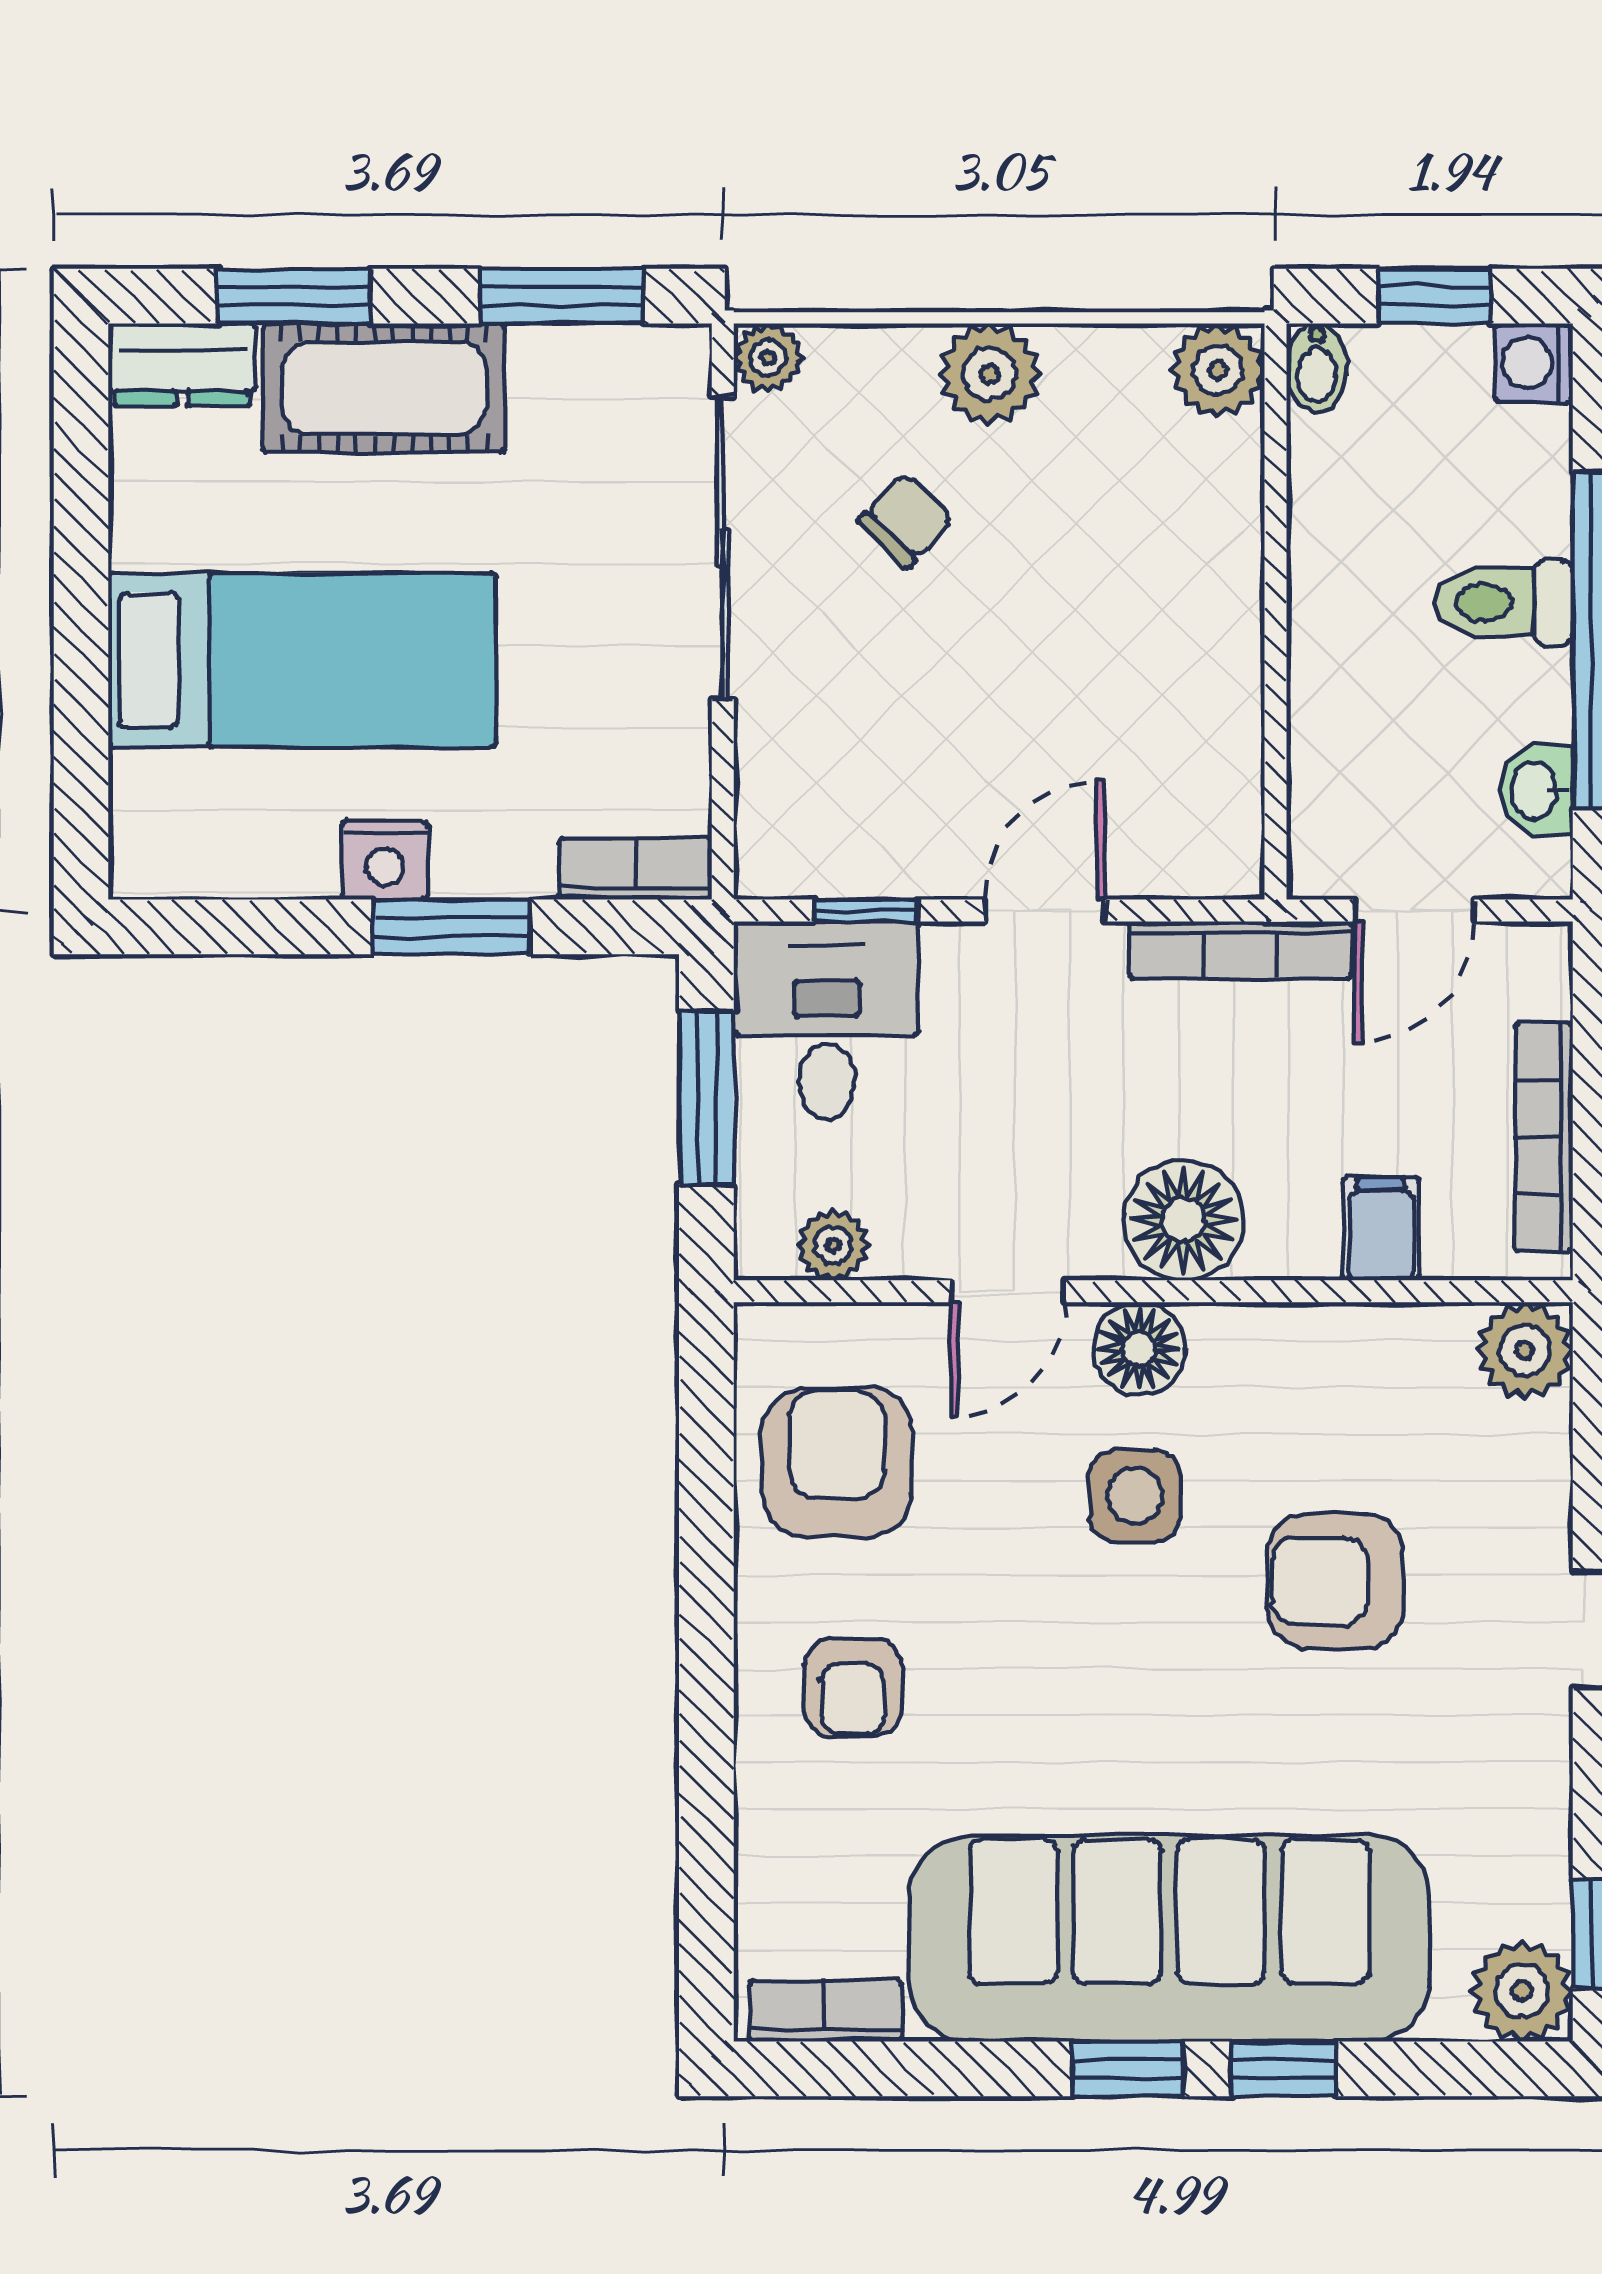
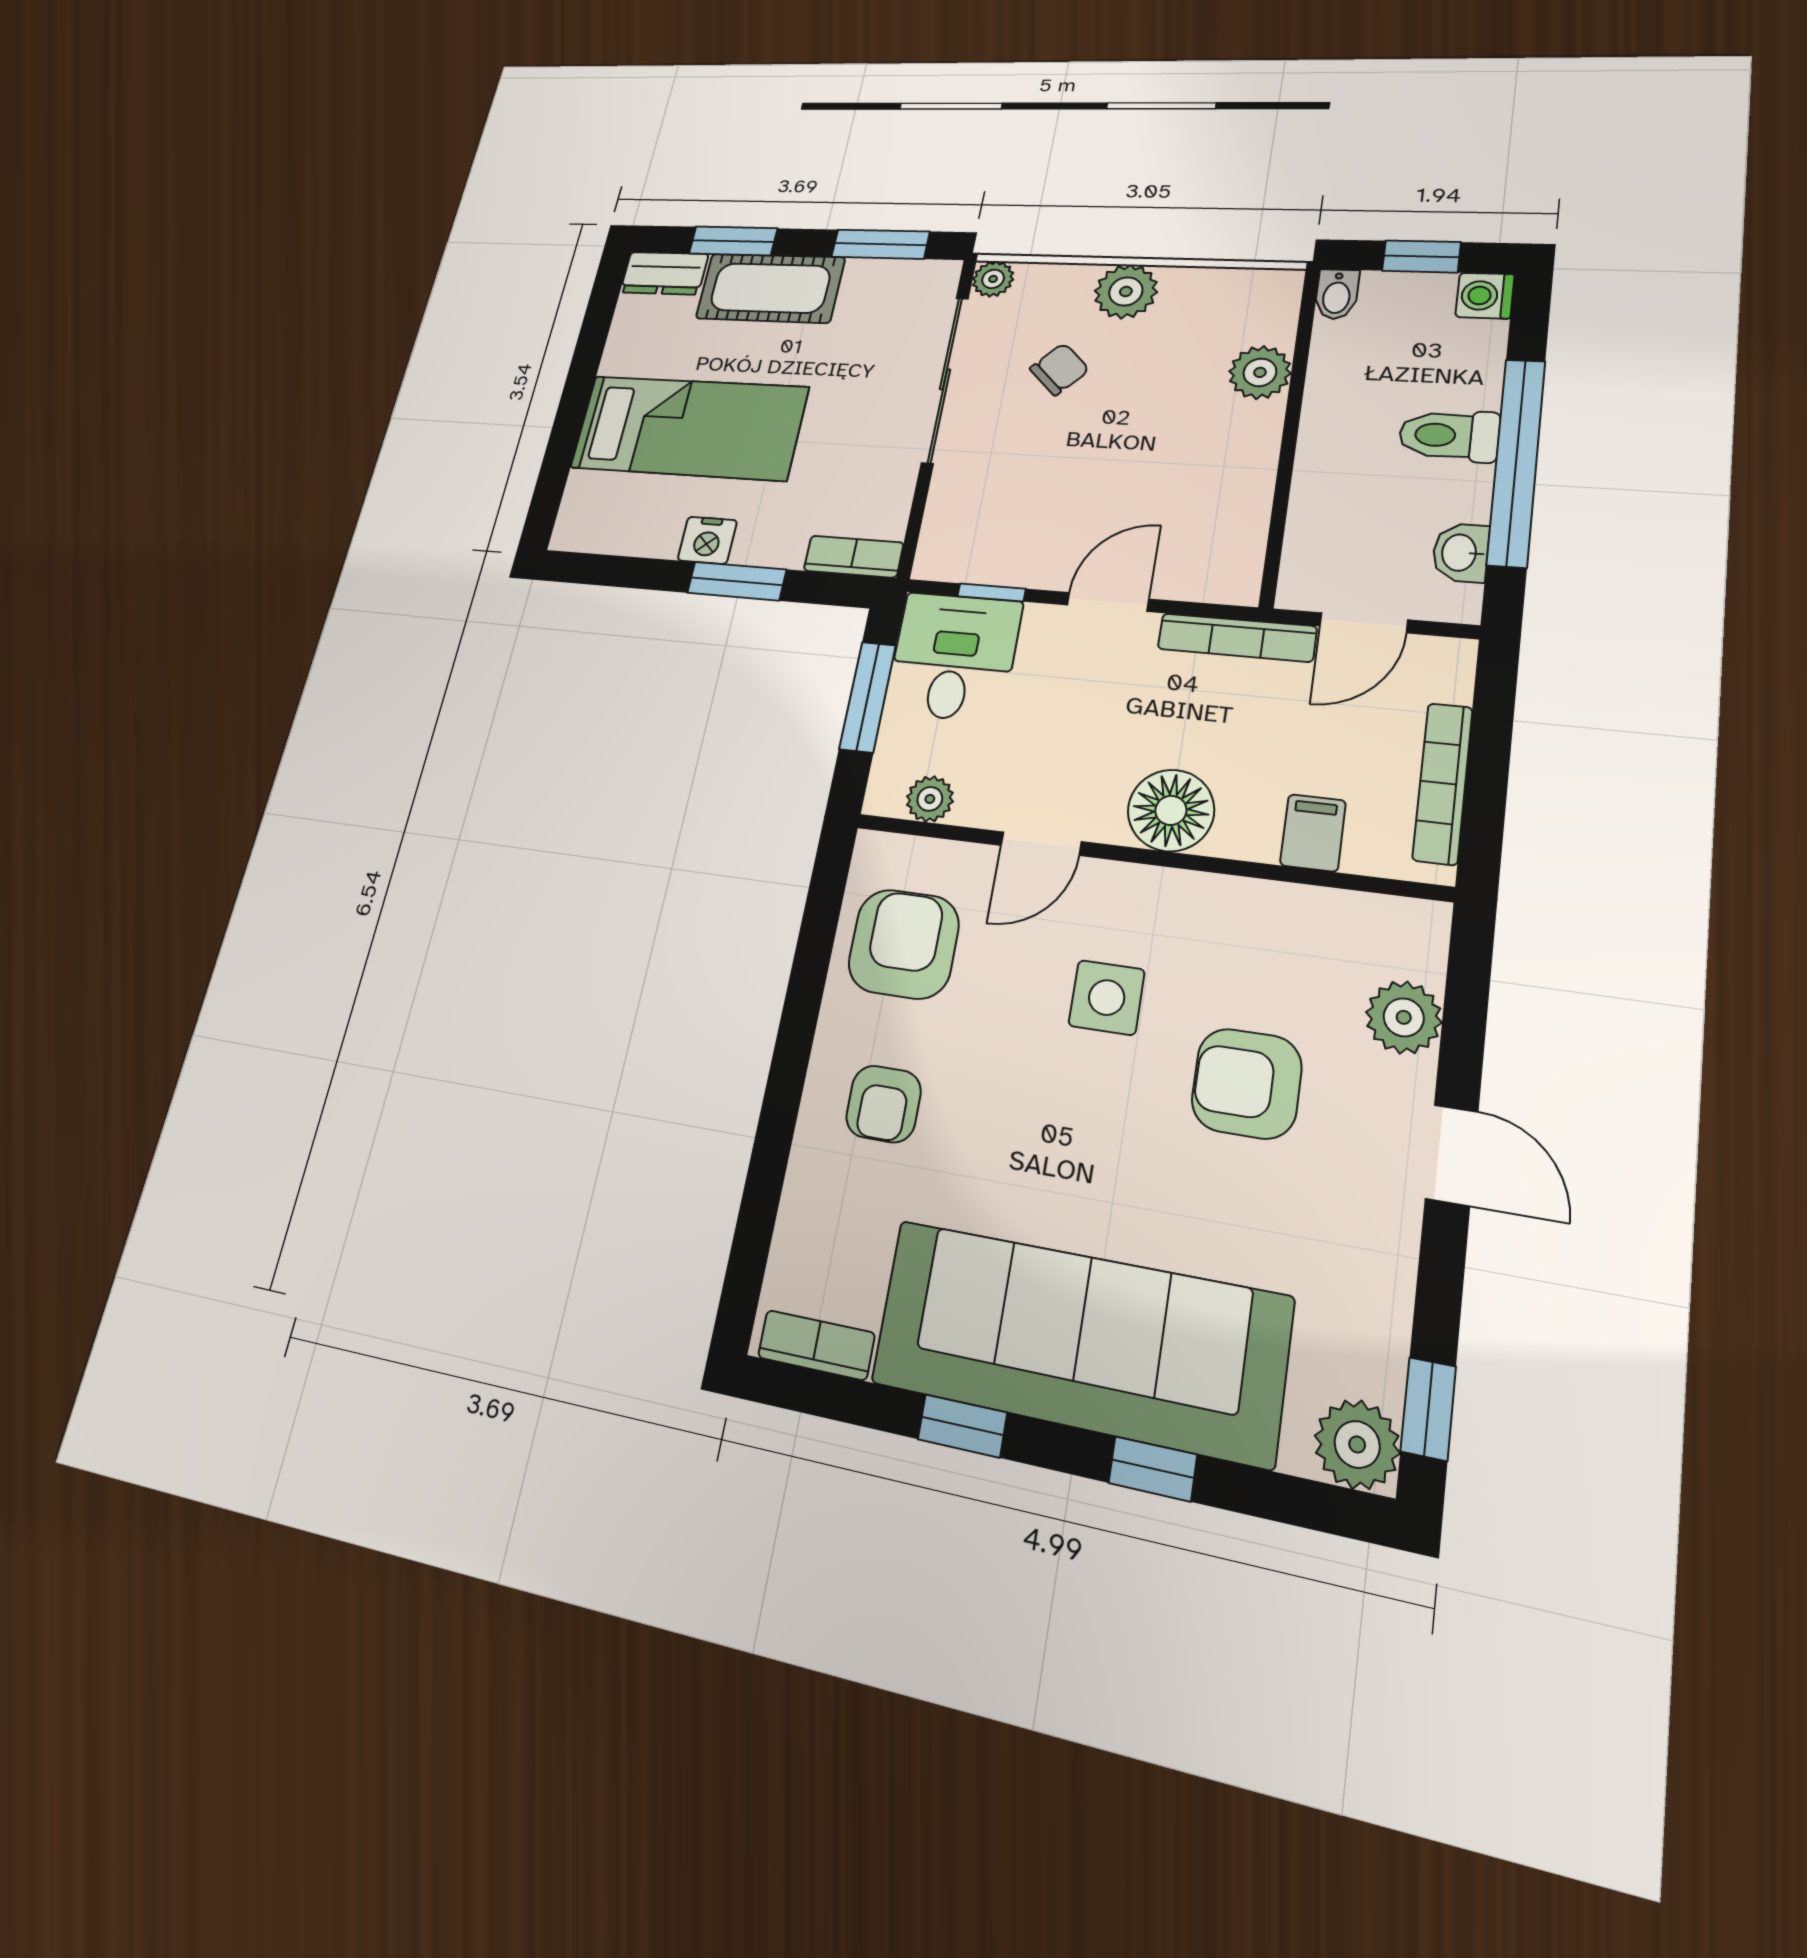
plant: (1218, 370) -> (1260, 372), moved
floor lamp: (1139, 1349) -> (1126, 894), removed
plant: (1525, 1350) -> (1404, 1017), moved
window: (1128, 2069) -> (962, 1426), moved

